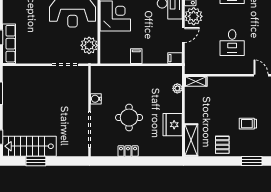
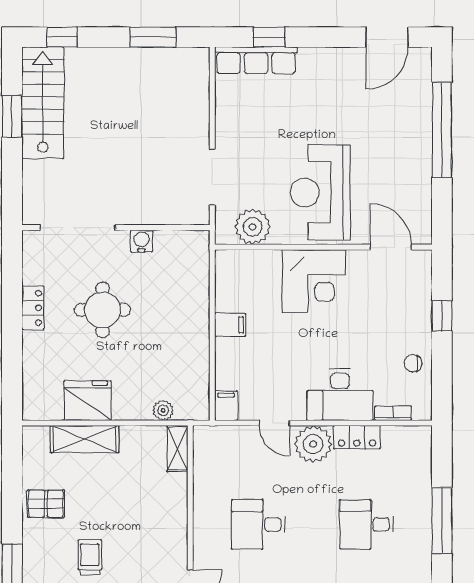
shelving: (191, 140) -> (85, 439), moved

